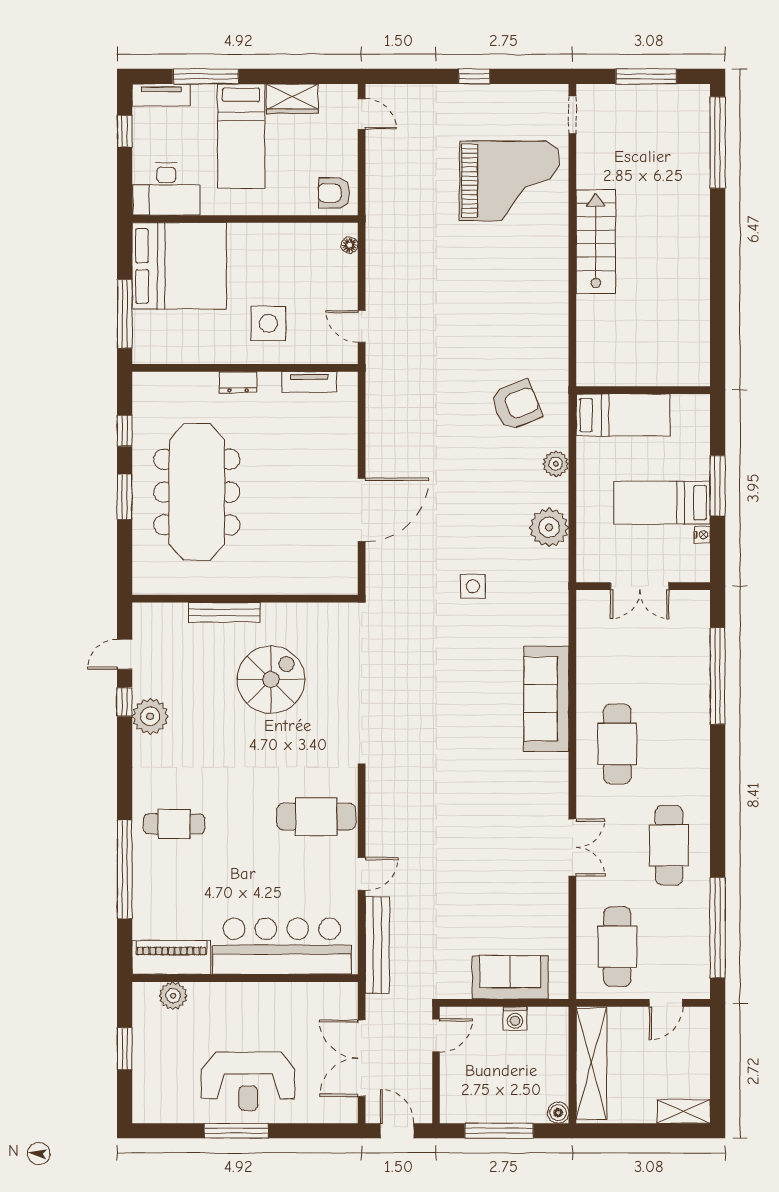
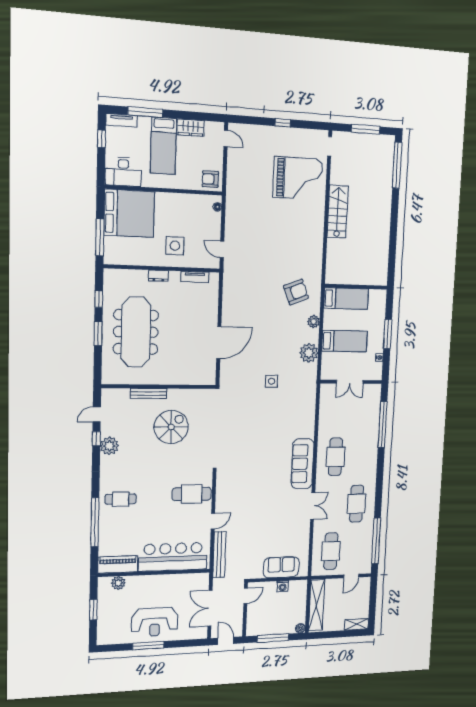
bed: (662, 503) -> (345, 341), moved, turned 180
sofa: (546, 699) -> (303, 464), moved

